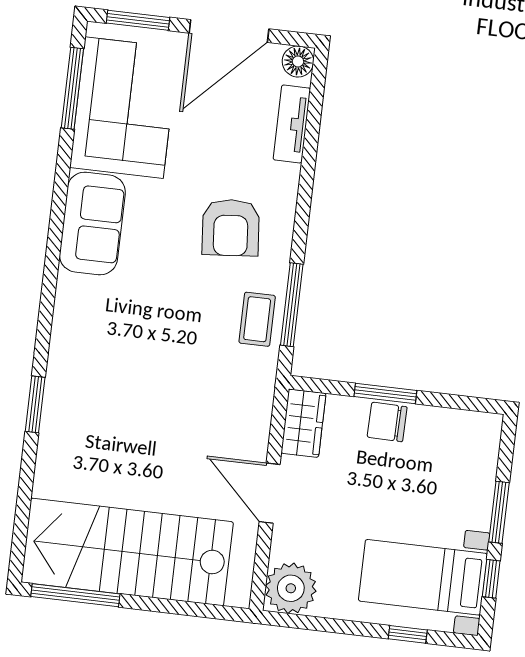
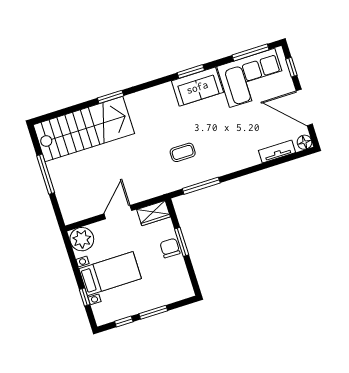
window: (138, 20) -> (291, 67), width x0.67
window: (56, 223) -> (191, 71), added
armchair: (231, 228) -> (222, 145), removed
coffee table: (257, 319) -> (183, 152), moved
stairs: (127, 552) -> (84, 129), moved, turned 90
bed with nightstands: (423, 577) -> (110, 274), moved, turned 90
window: (75, 595) -> (46, 174), moved

